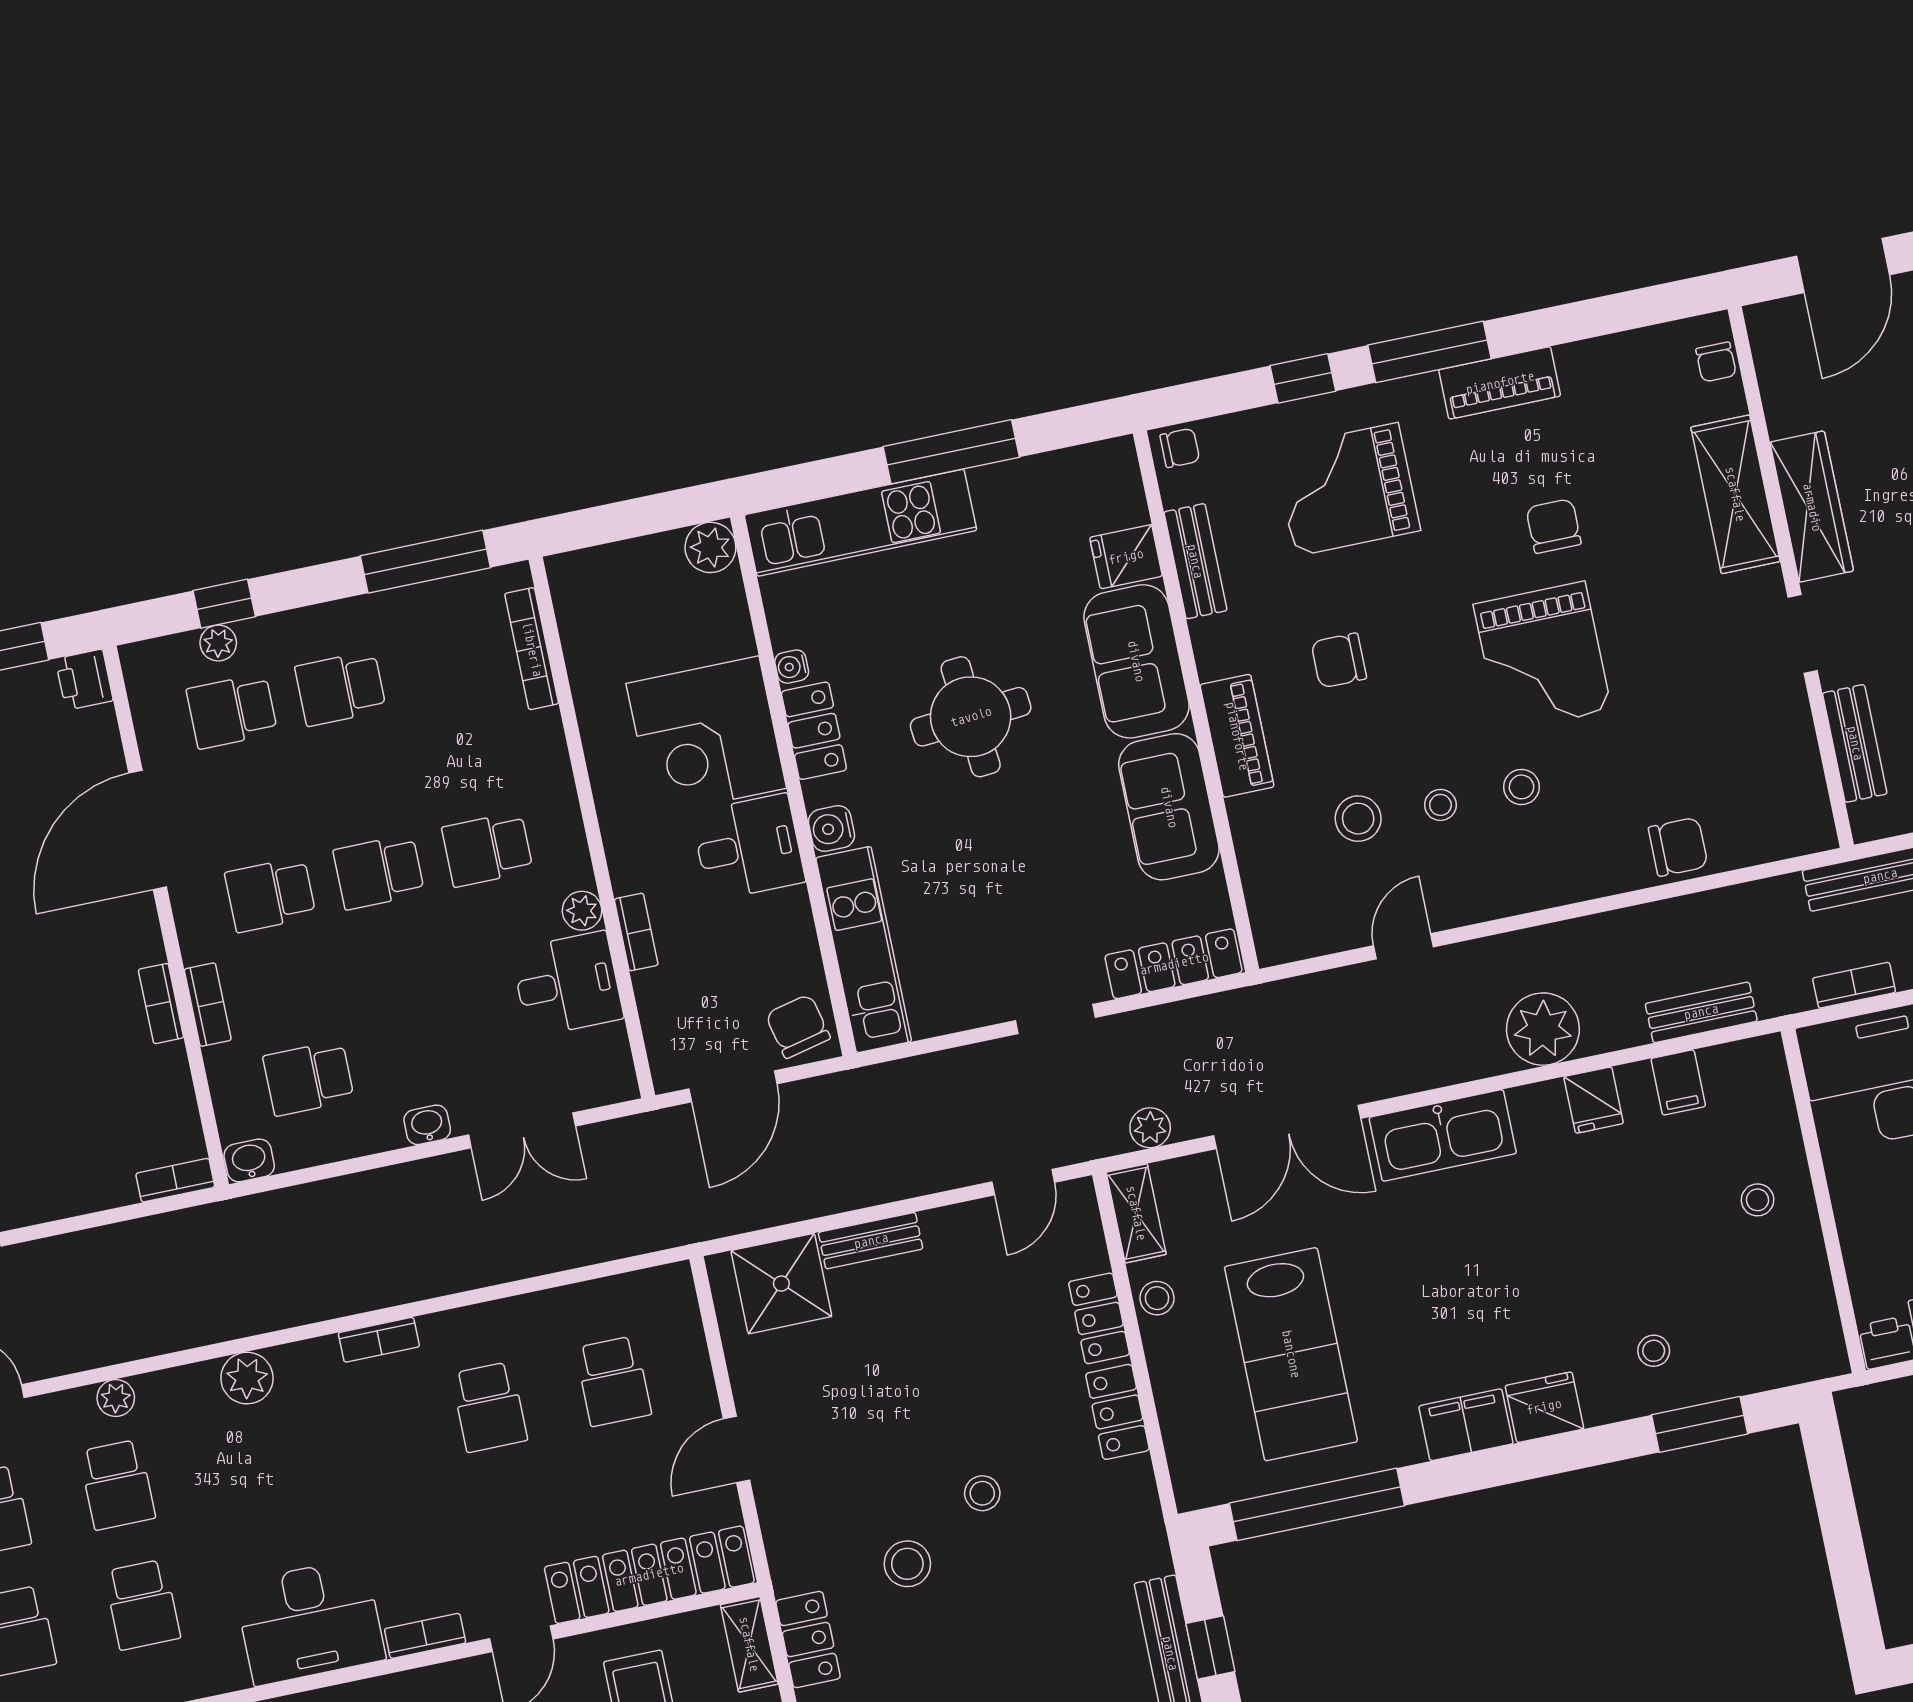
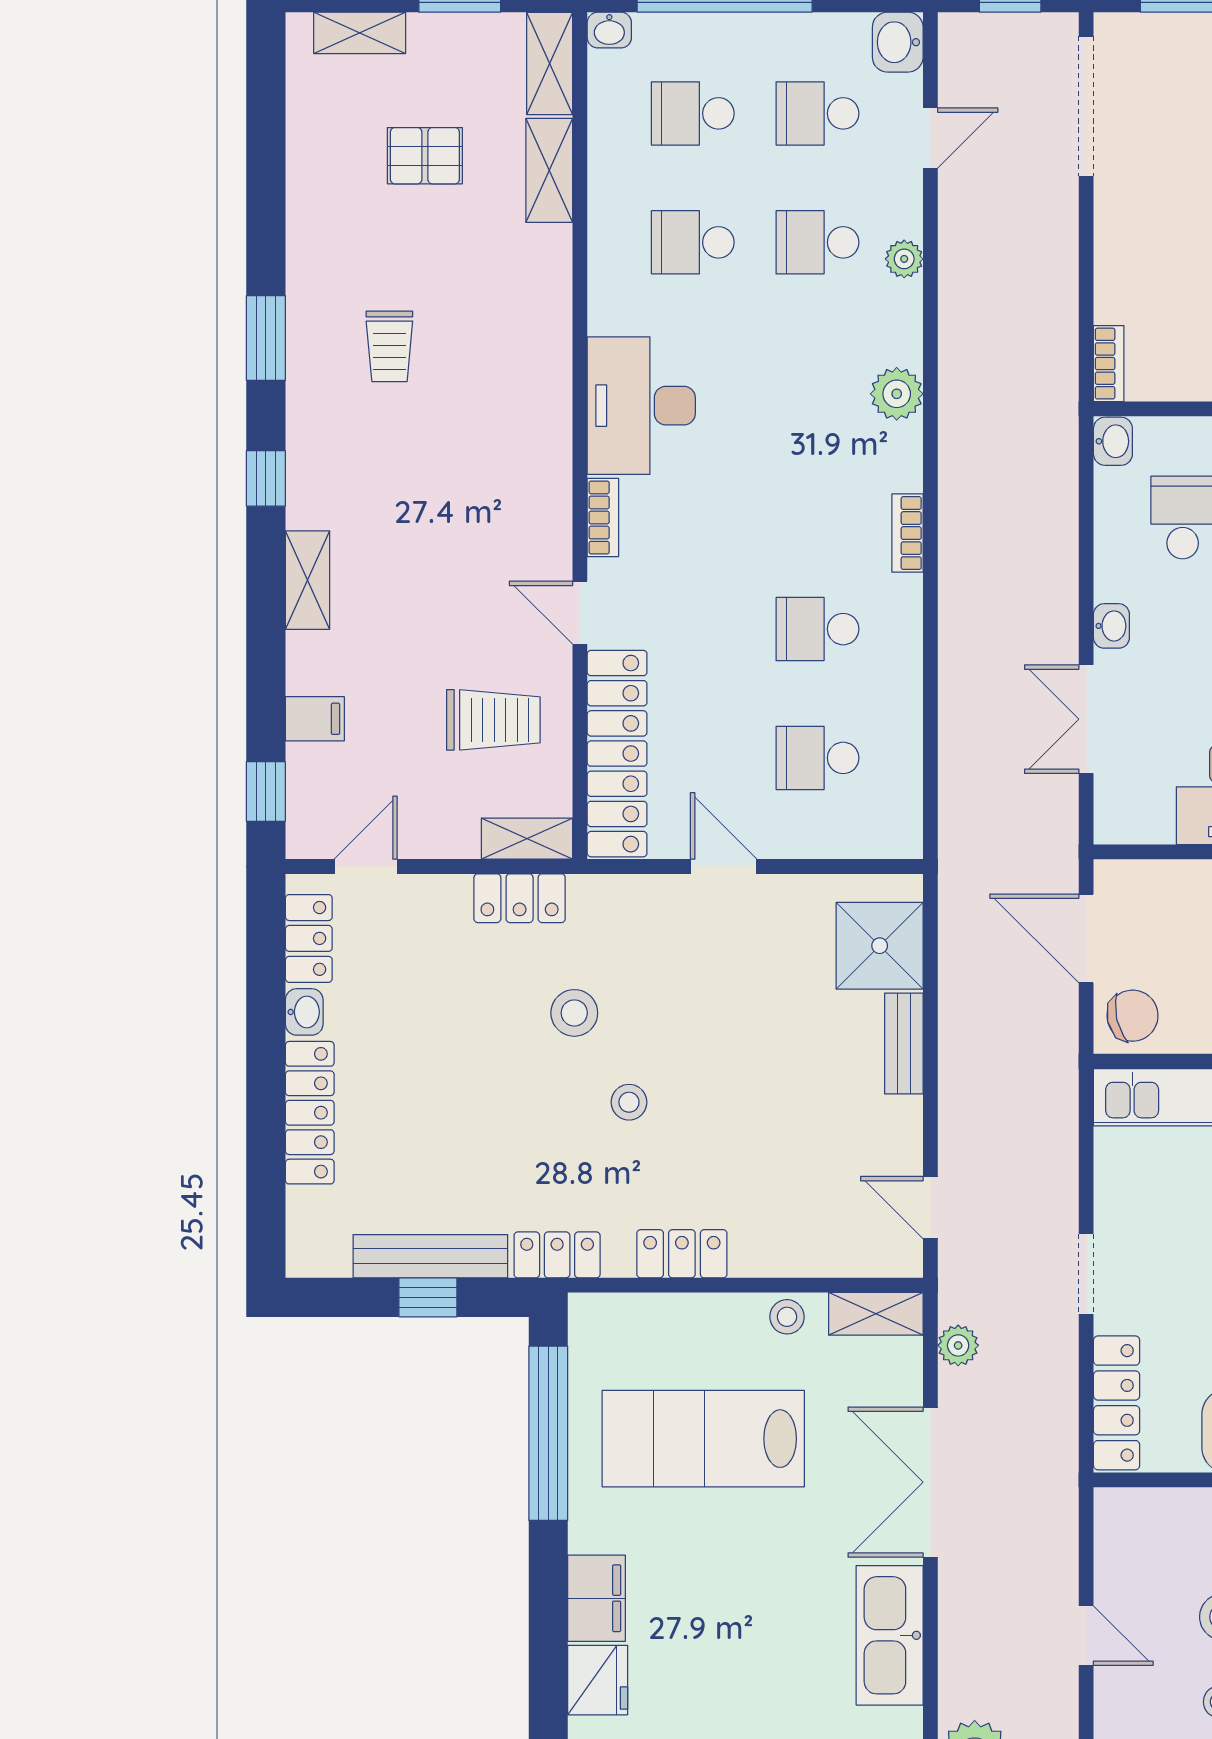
locker: (1099, 1318) -> (557, 1255), moved

